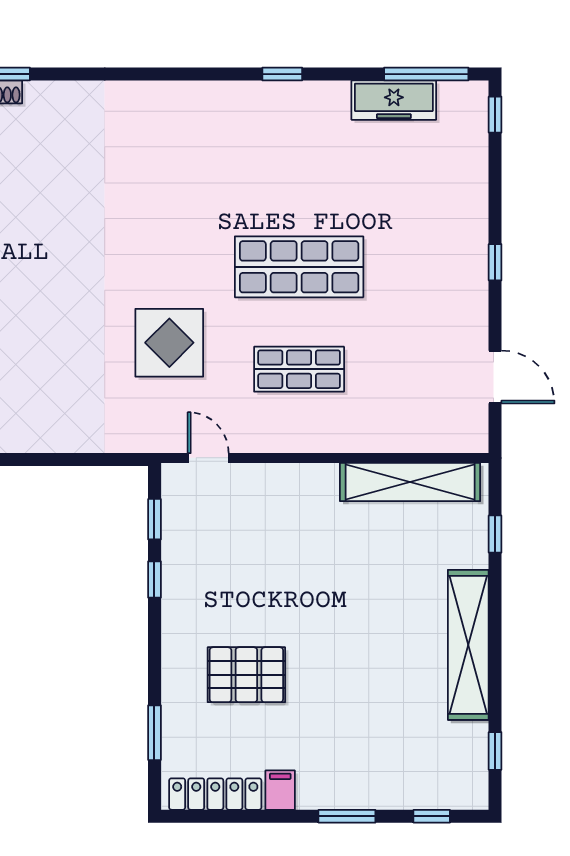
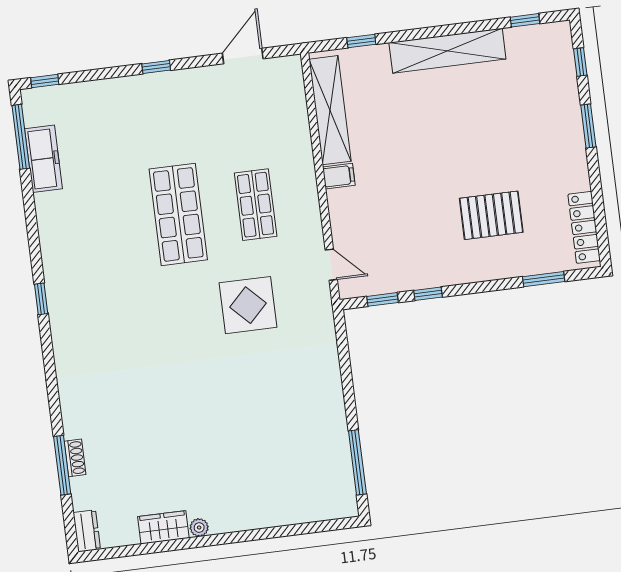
window: (282, 74) -> (41, 299), moved
door: (208, 458) -> (331, 265), swing flipped
pallet: (246, 675) -> (491, 215), turned 90
filing cabinet: (280, 790) -> (339, 176), moved, turned 180

